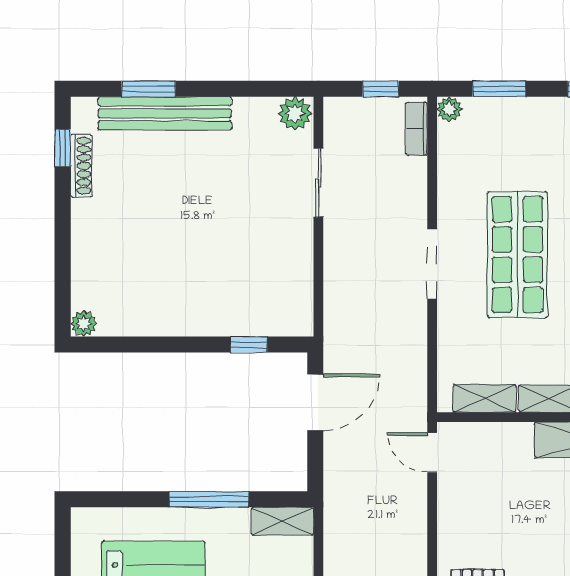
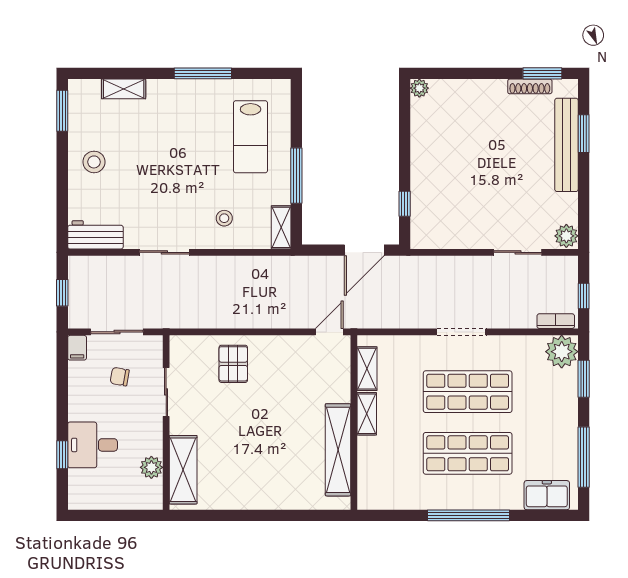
plant: (449, 109) -> (562, 352), width x1.87, depth x1.87
window: (63, 148) -> (542, 73), width x1.50
door: (315, 402) -> (364, 250), hinge flipped

